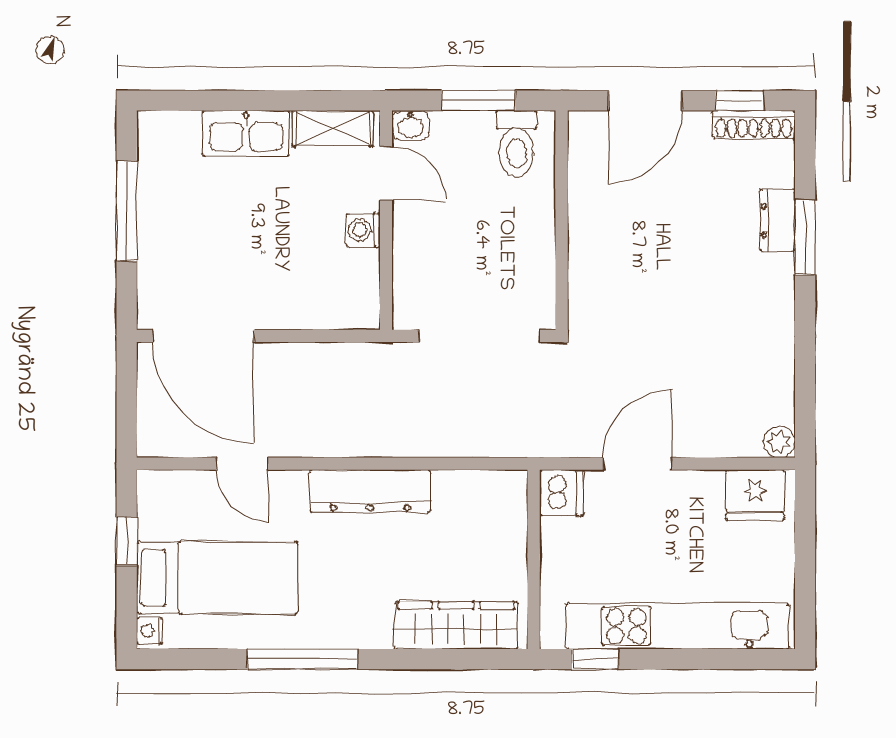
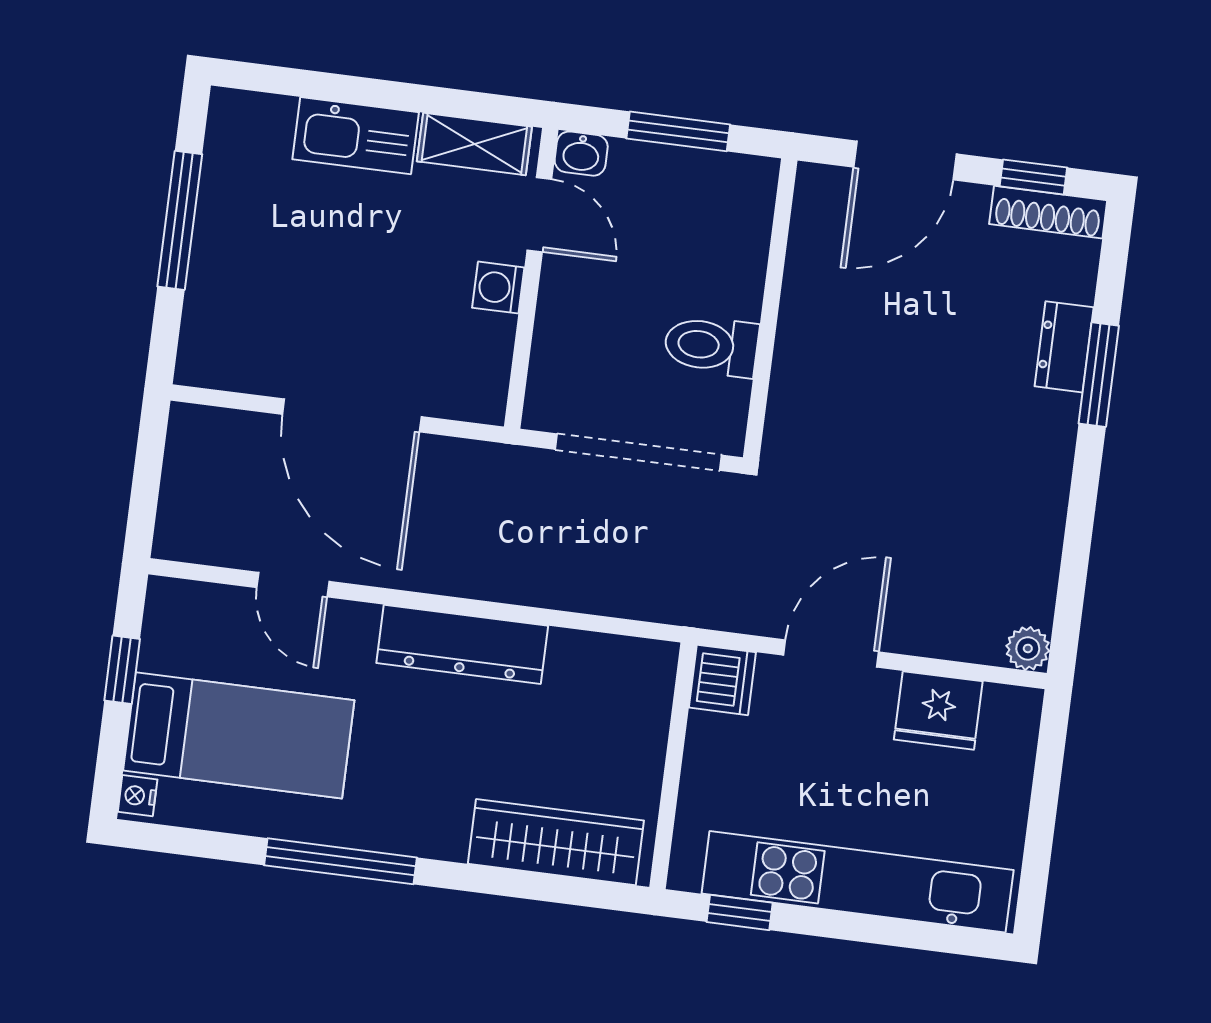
toilet: (517, 144) -> (711, 346), moved, turned 90
door: (203, 336) -> (352, 415), moved
fridge: (755, 495) -> (938, 710), moved

